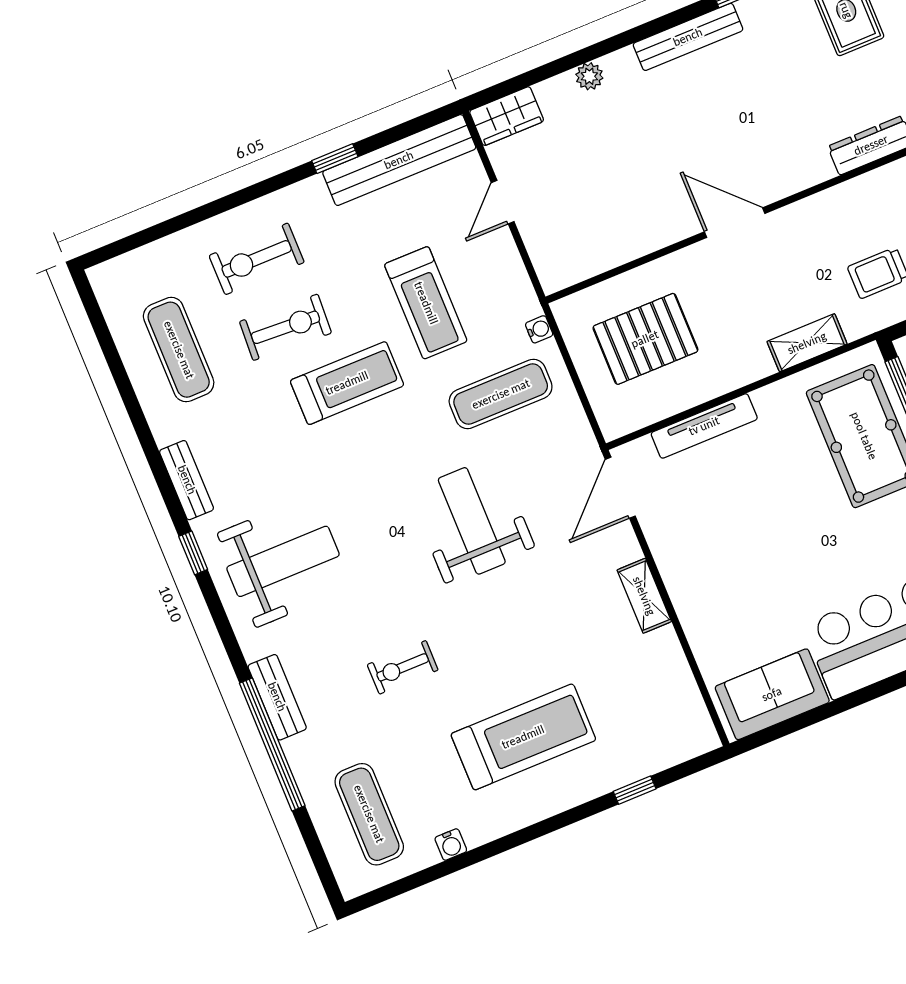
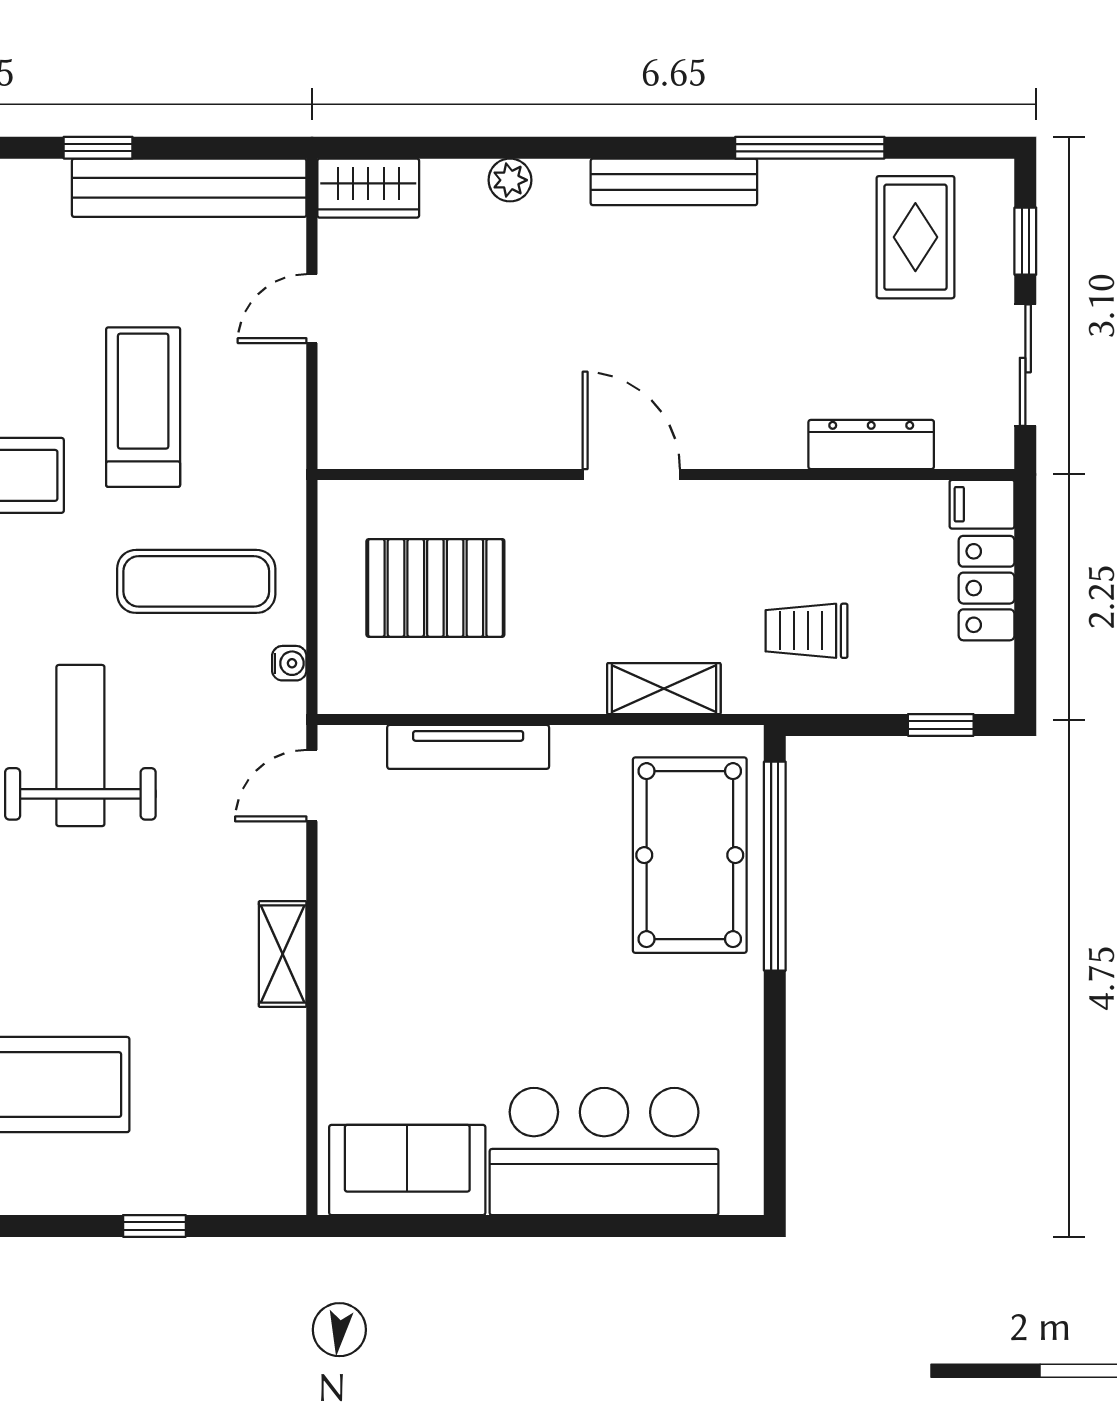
treadmill: (426, 303) -> (143, 407), turned 180
water cooler: (539, 329) -> (289, 663), moved
door: (620, 488) -> (312, 786), width x0.73

